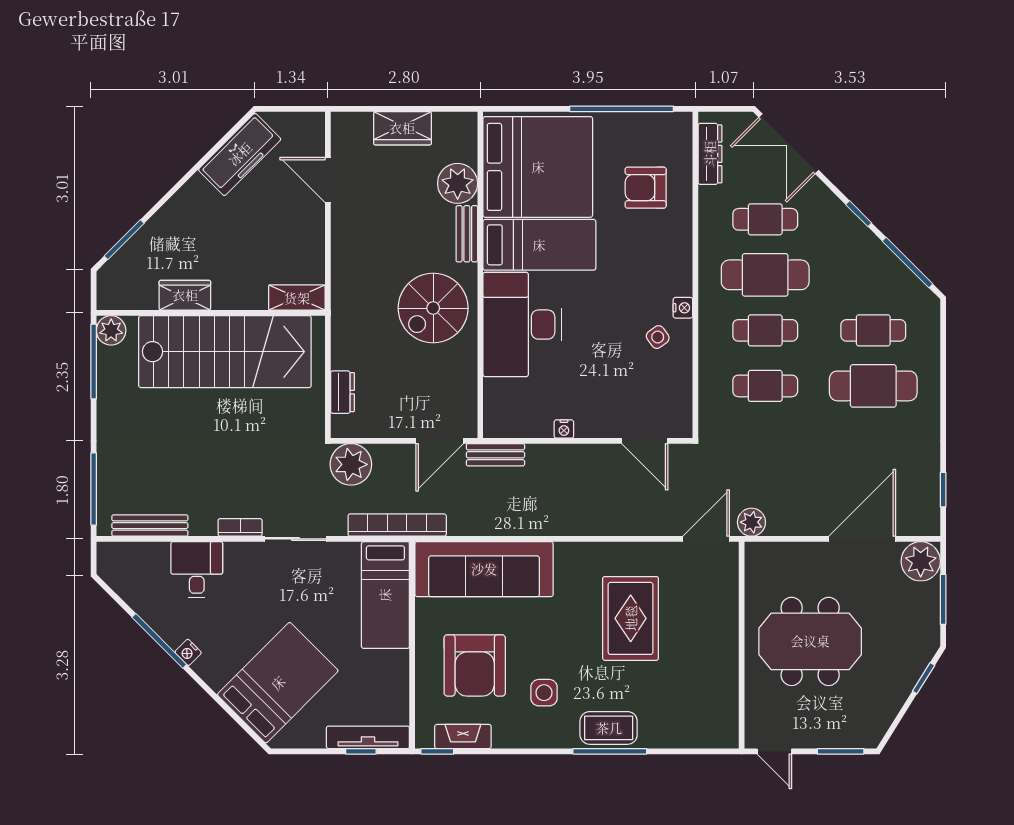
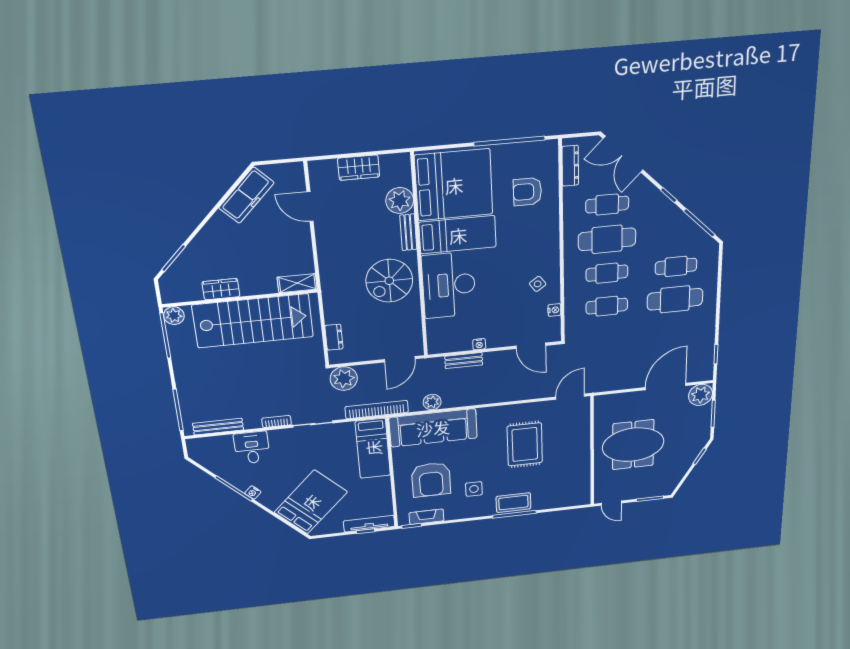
nightstand: (683, 308) -> (554, 310), moved
bench: (495, 455) -> (464, 361), moved
plant: (751, 522) -> (432, 402), moved

